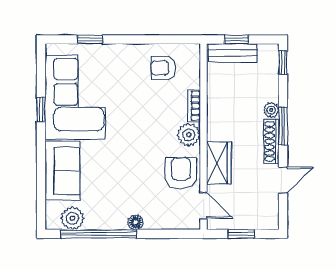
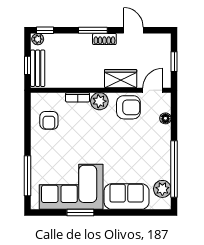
window: (90, 39) -> (28, 176), width x2.17
window: (41, 110) -> (80, 213), width x1.50
plant: (271, 110) -> (38, 39), moved
shoe rack: (271, 141) -> (104, 39), width x0.70
armchair: (181, 173) -> (128, 107), turned 180
floor lamp: (136, 222) -> (165, 118), moved

